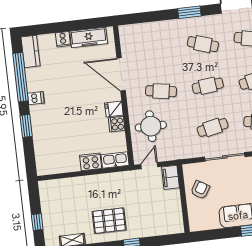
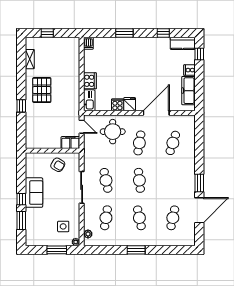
window: (189, 12) -> (199, 183), moved
window: (41, 29) -> (199, 54), added
cafe table: (203, 44) -> (173, 143), moved
window: (20, 77) -> (163, 33), width x0.32
dishwasher: (36, 98) -> (88, 43), moved

